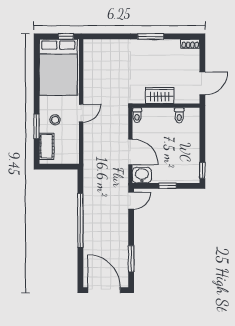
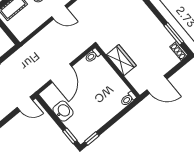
window: (151, 36) -> (174, 34), moved
toilet: (179, 115) -> (128, 99), moved
washbasin: (142, 175) -> (63, 111), moved
window: (168, 186) -> (70, 136), moved

